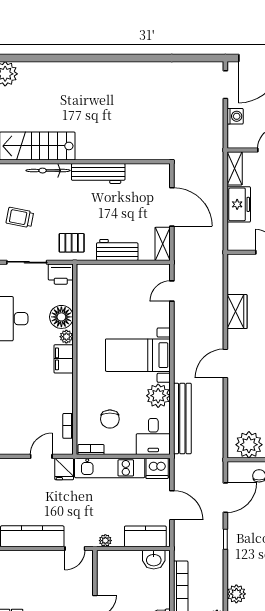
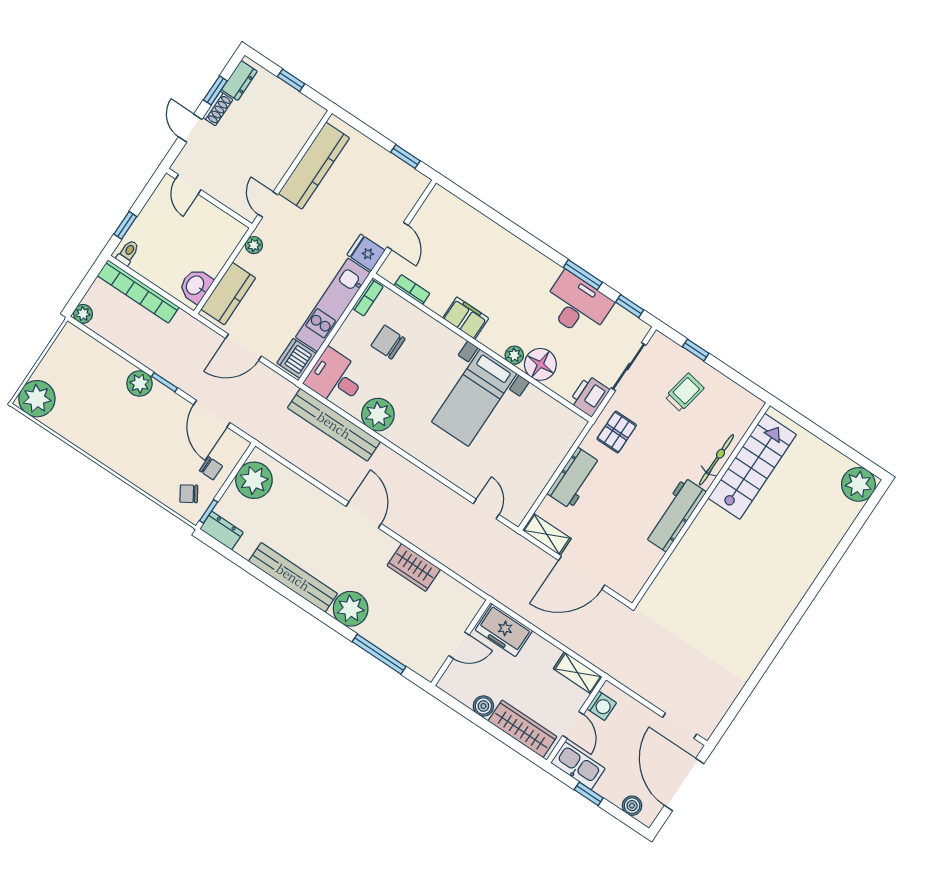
washing machine: (235, 116) -> (602, 706), moved, turned -90
freezer: (239, 204) -> (504, 630), moved
bed with nightstands: (138, 355) -> (474, 398), moved, turned 180
filing cabinet: (64, 359) -> (466, 318), moved
plant: (236, 594) -> (140, 384), moved

